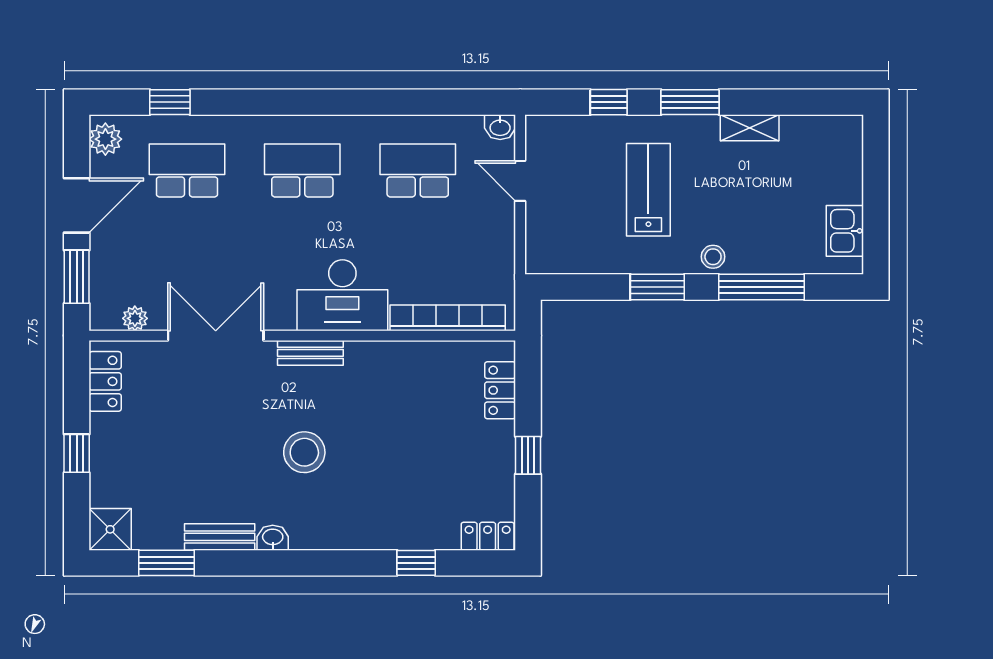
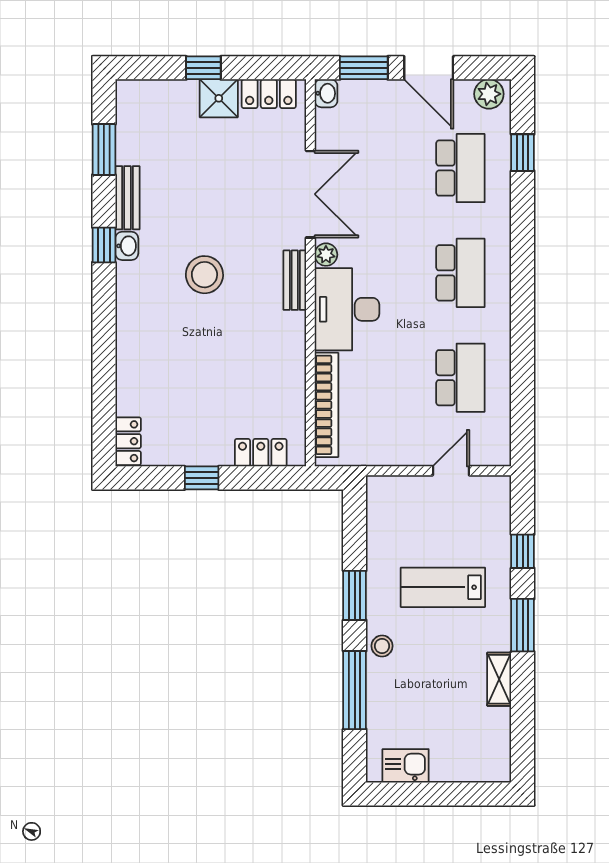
washbasin: (500, 127) -> (326, 93), moved, turned 180
lab bench: (648, 190) -> (443, 587), turned 180
plant: (135, 318) -> (326, 255), moved
shower: (110, 529) -> (219, 98), moved
window: (416, 563) -> (104, 245), moved

